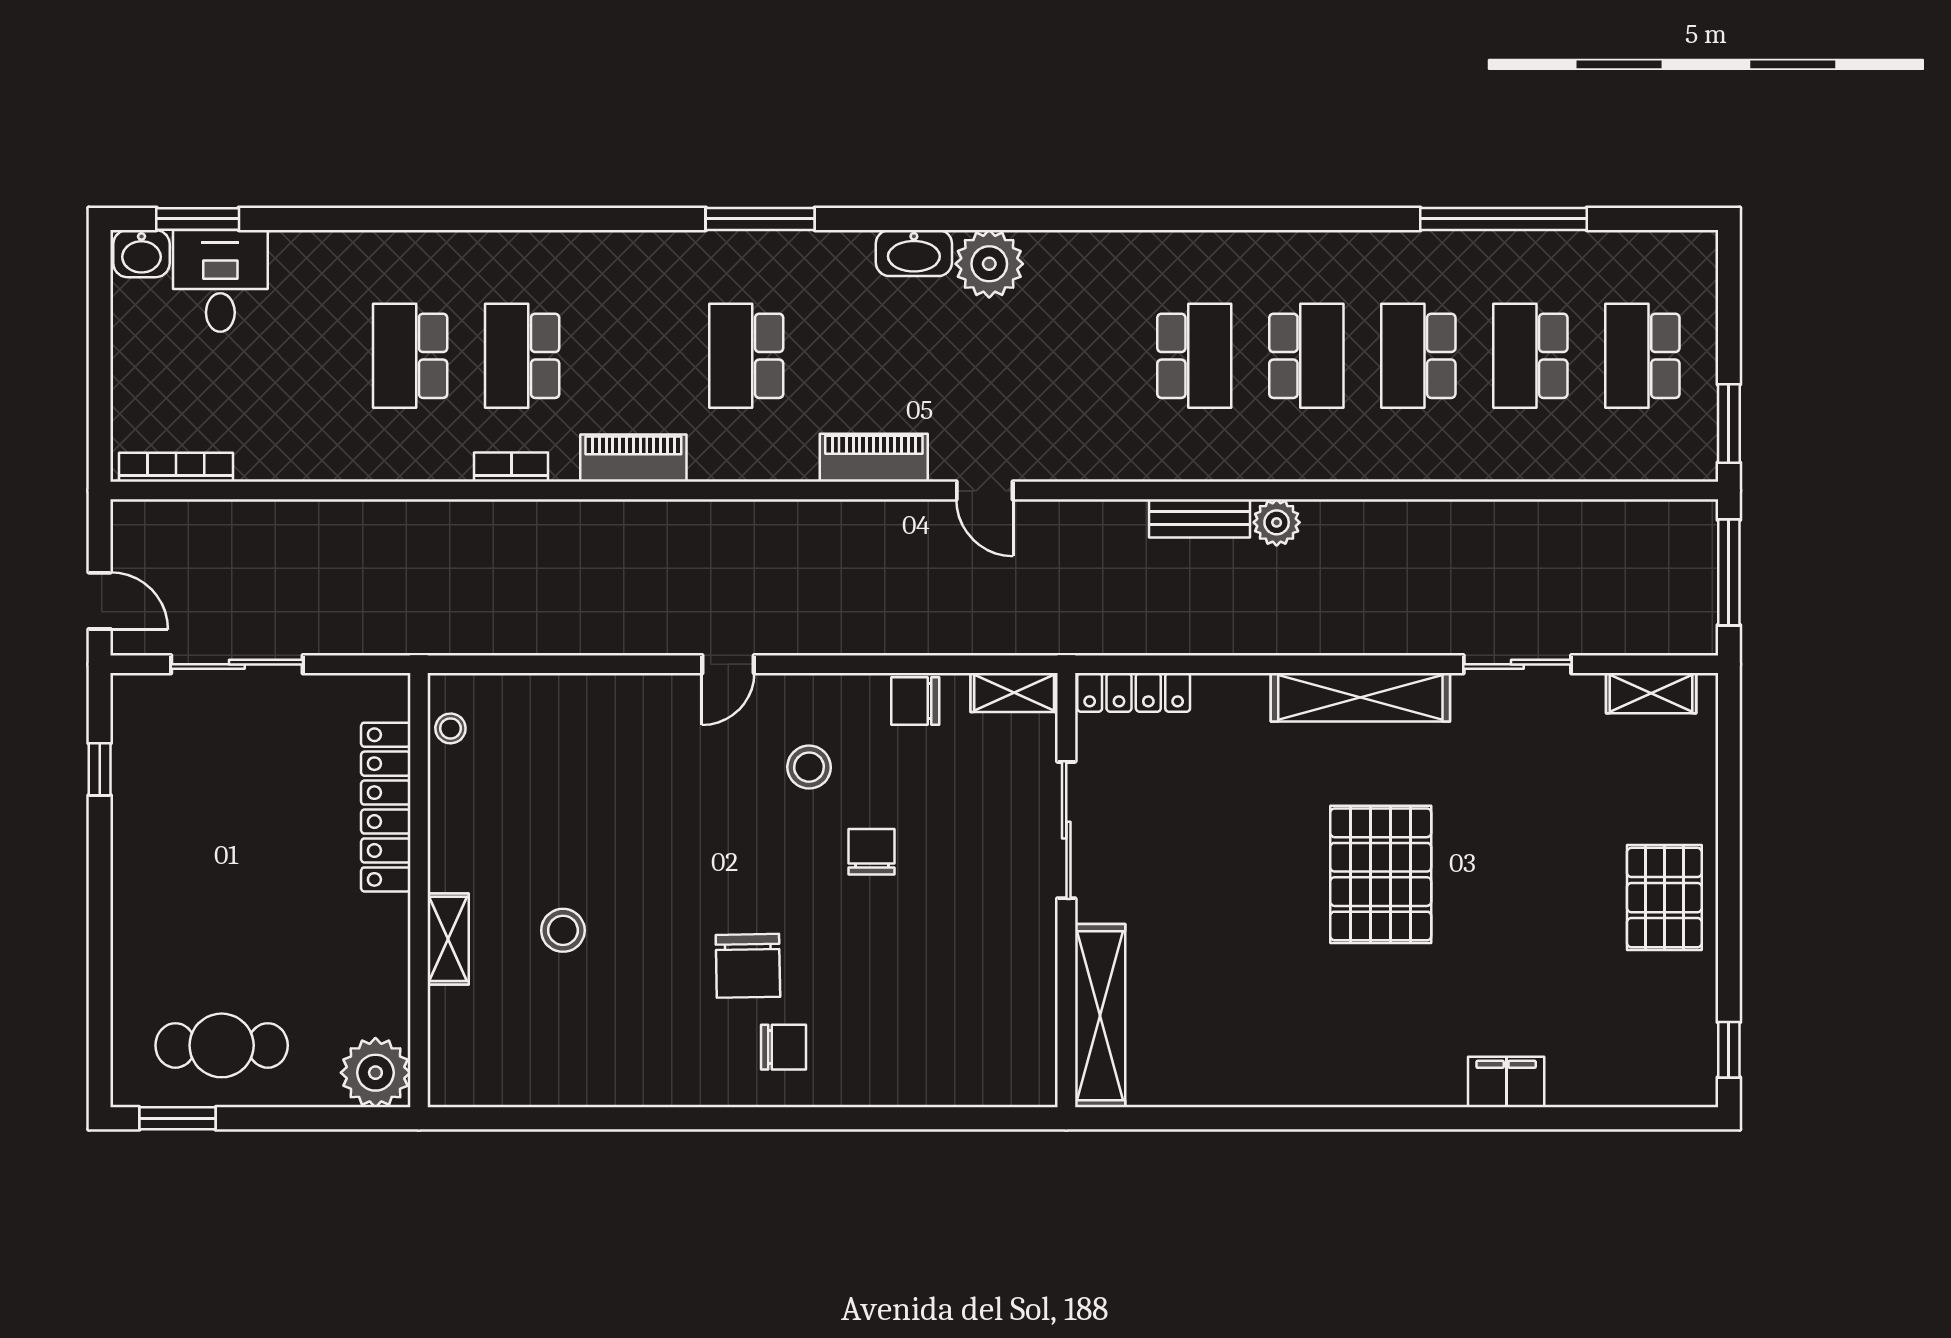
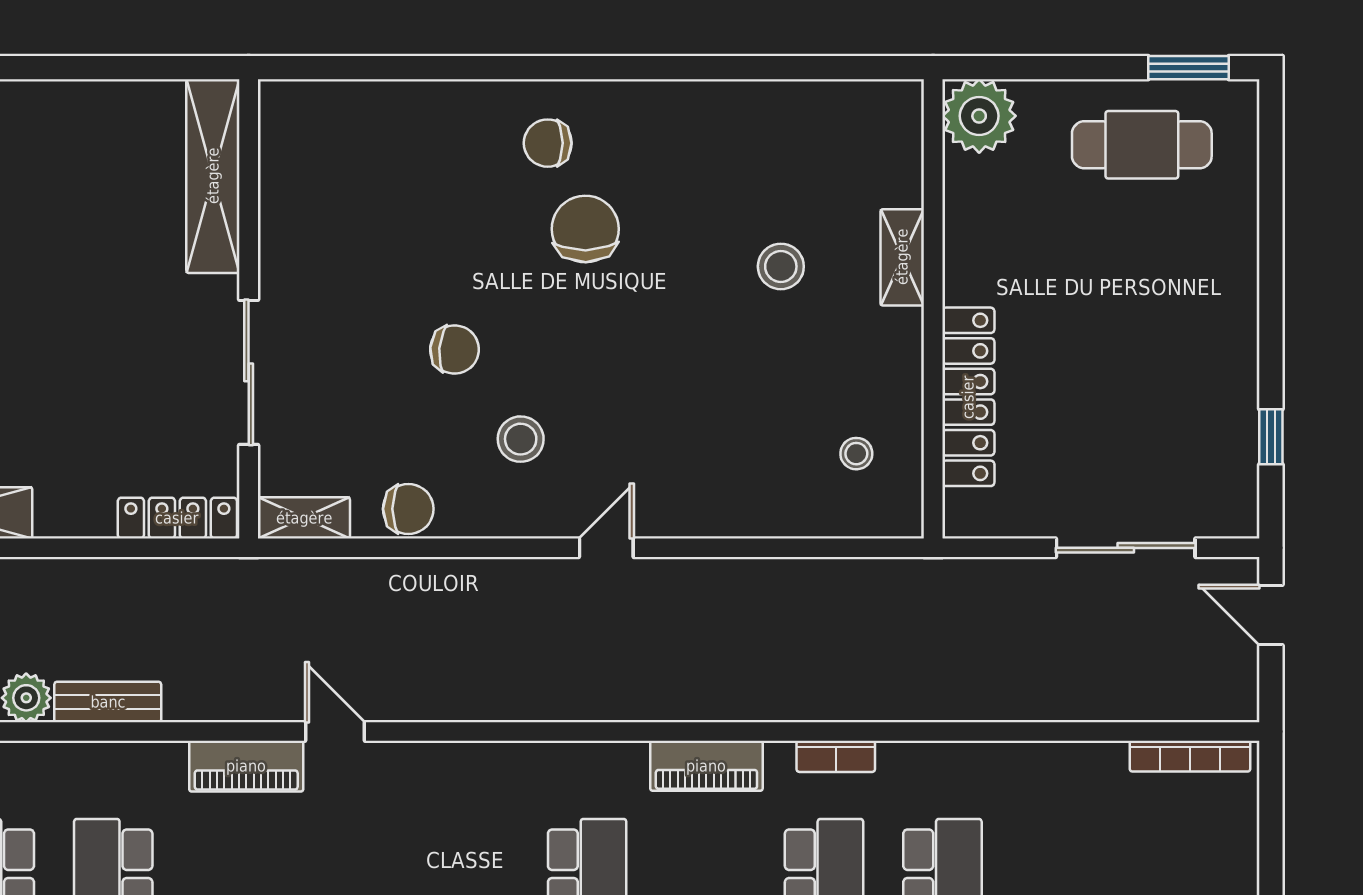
piano: (874, 458) -> (246, 766), moved
stool: (450, 728) -> (856, 454), moved
chair: (872, 852) -> (455, 349), turned -85

